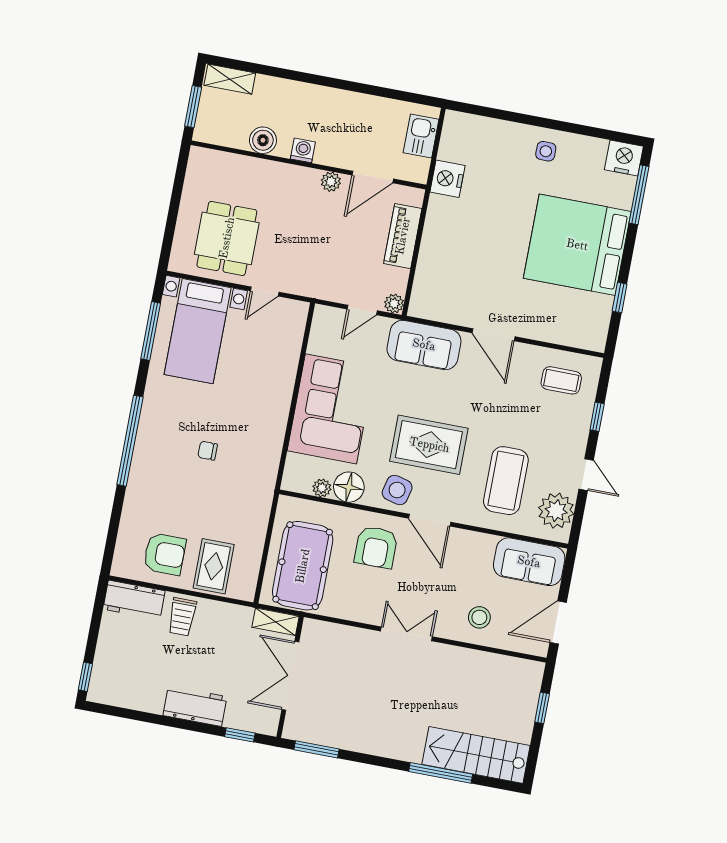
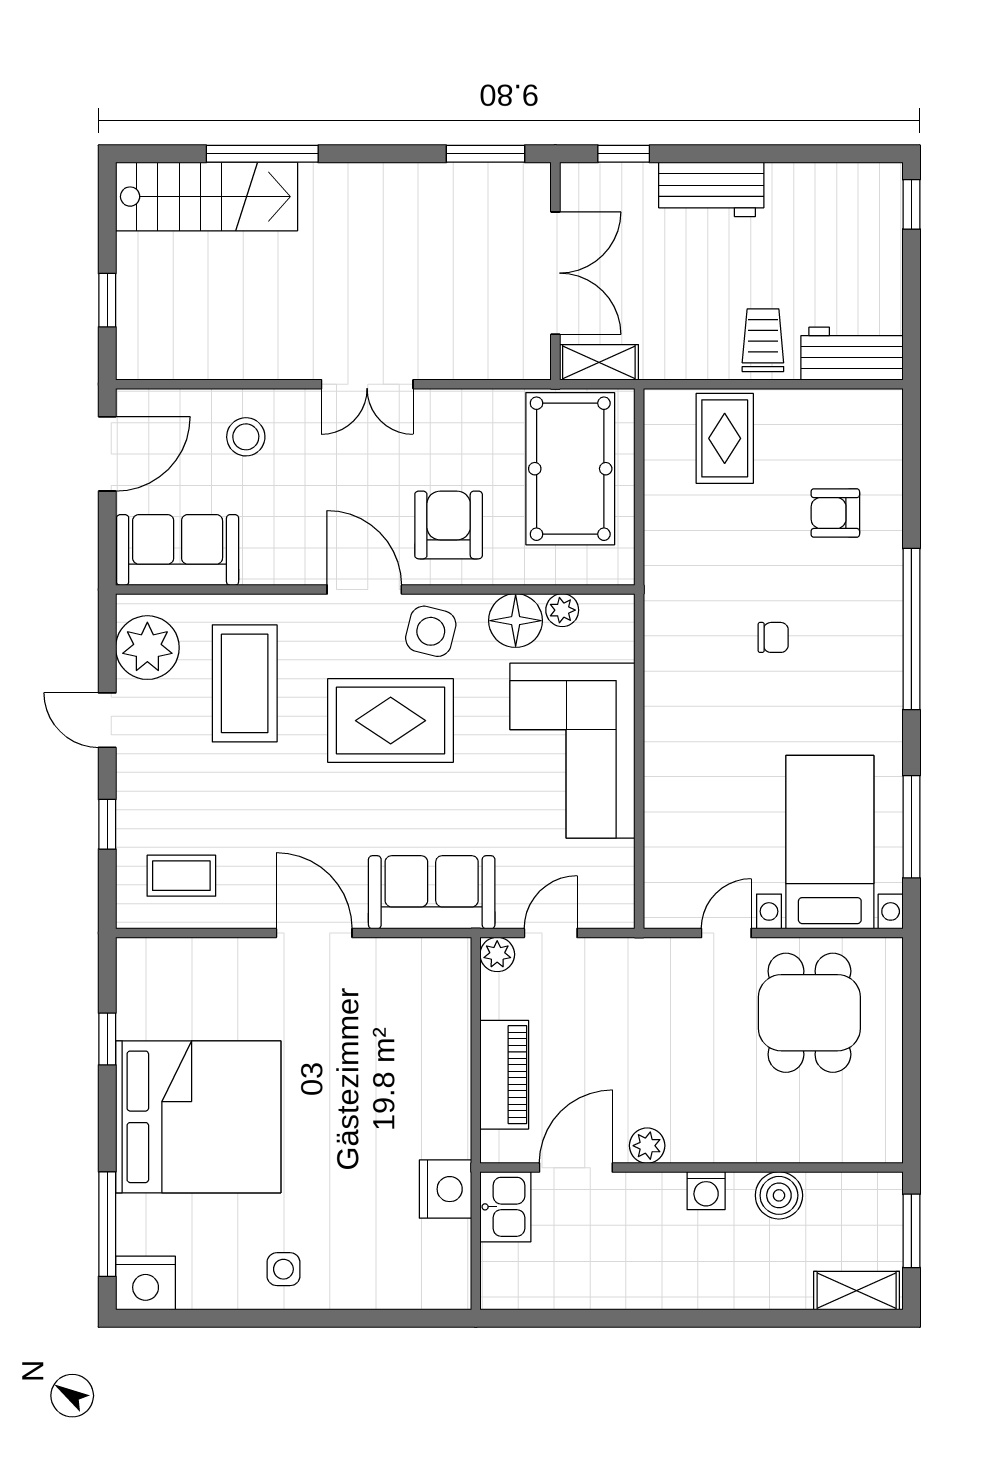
kitchen sink: (421, 136) -> (505, 1207), moved
armchair: (165, 554) -> (835, 513), moved, width x0.72, depth x0.72

